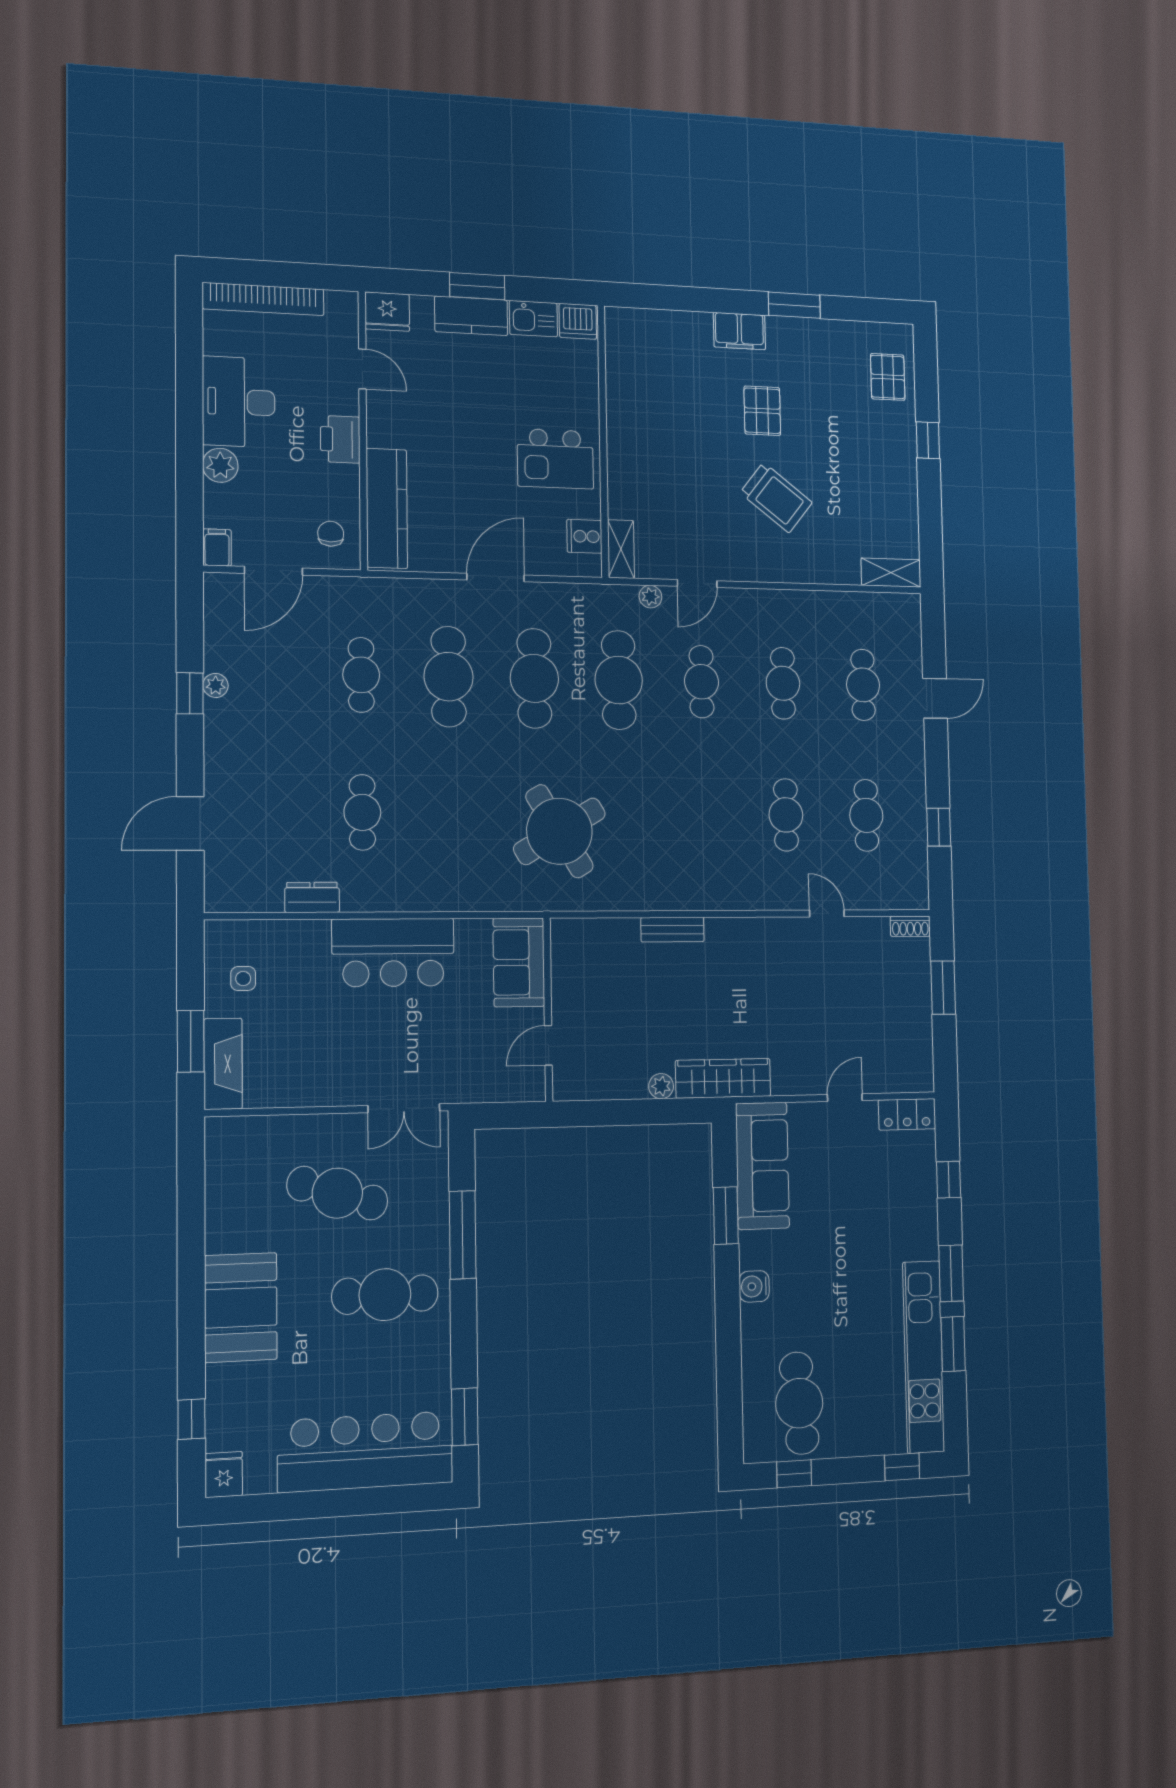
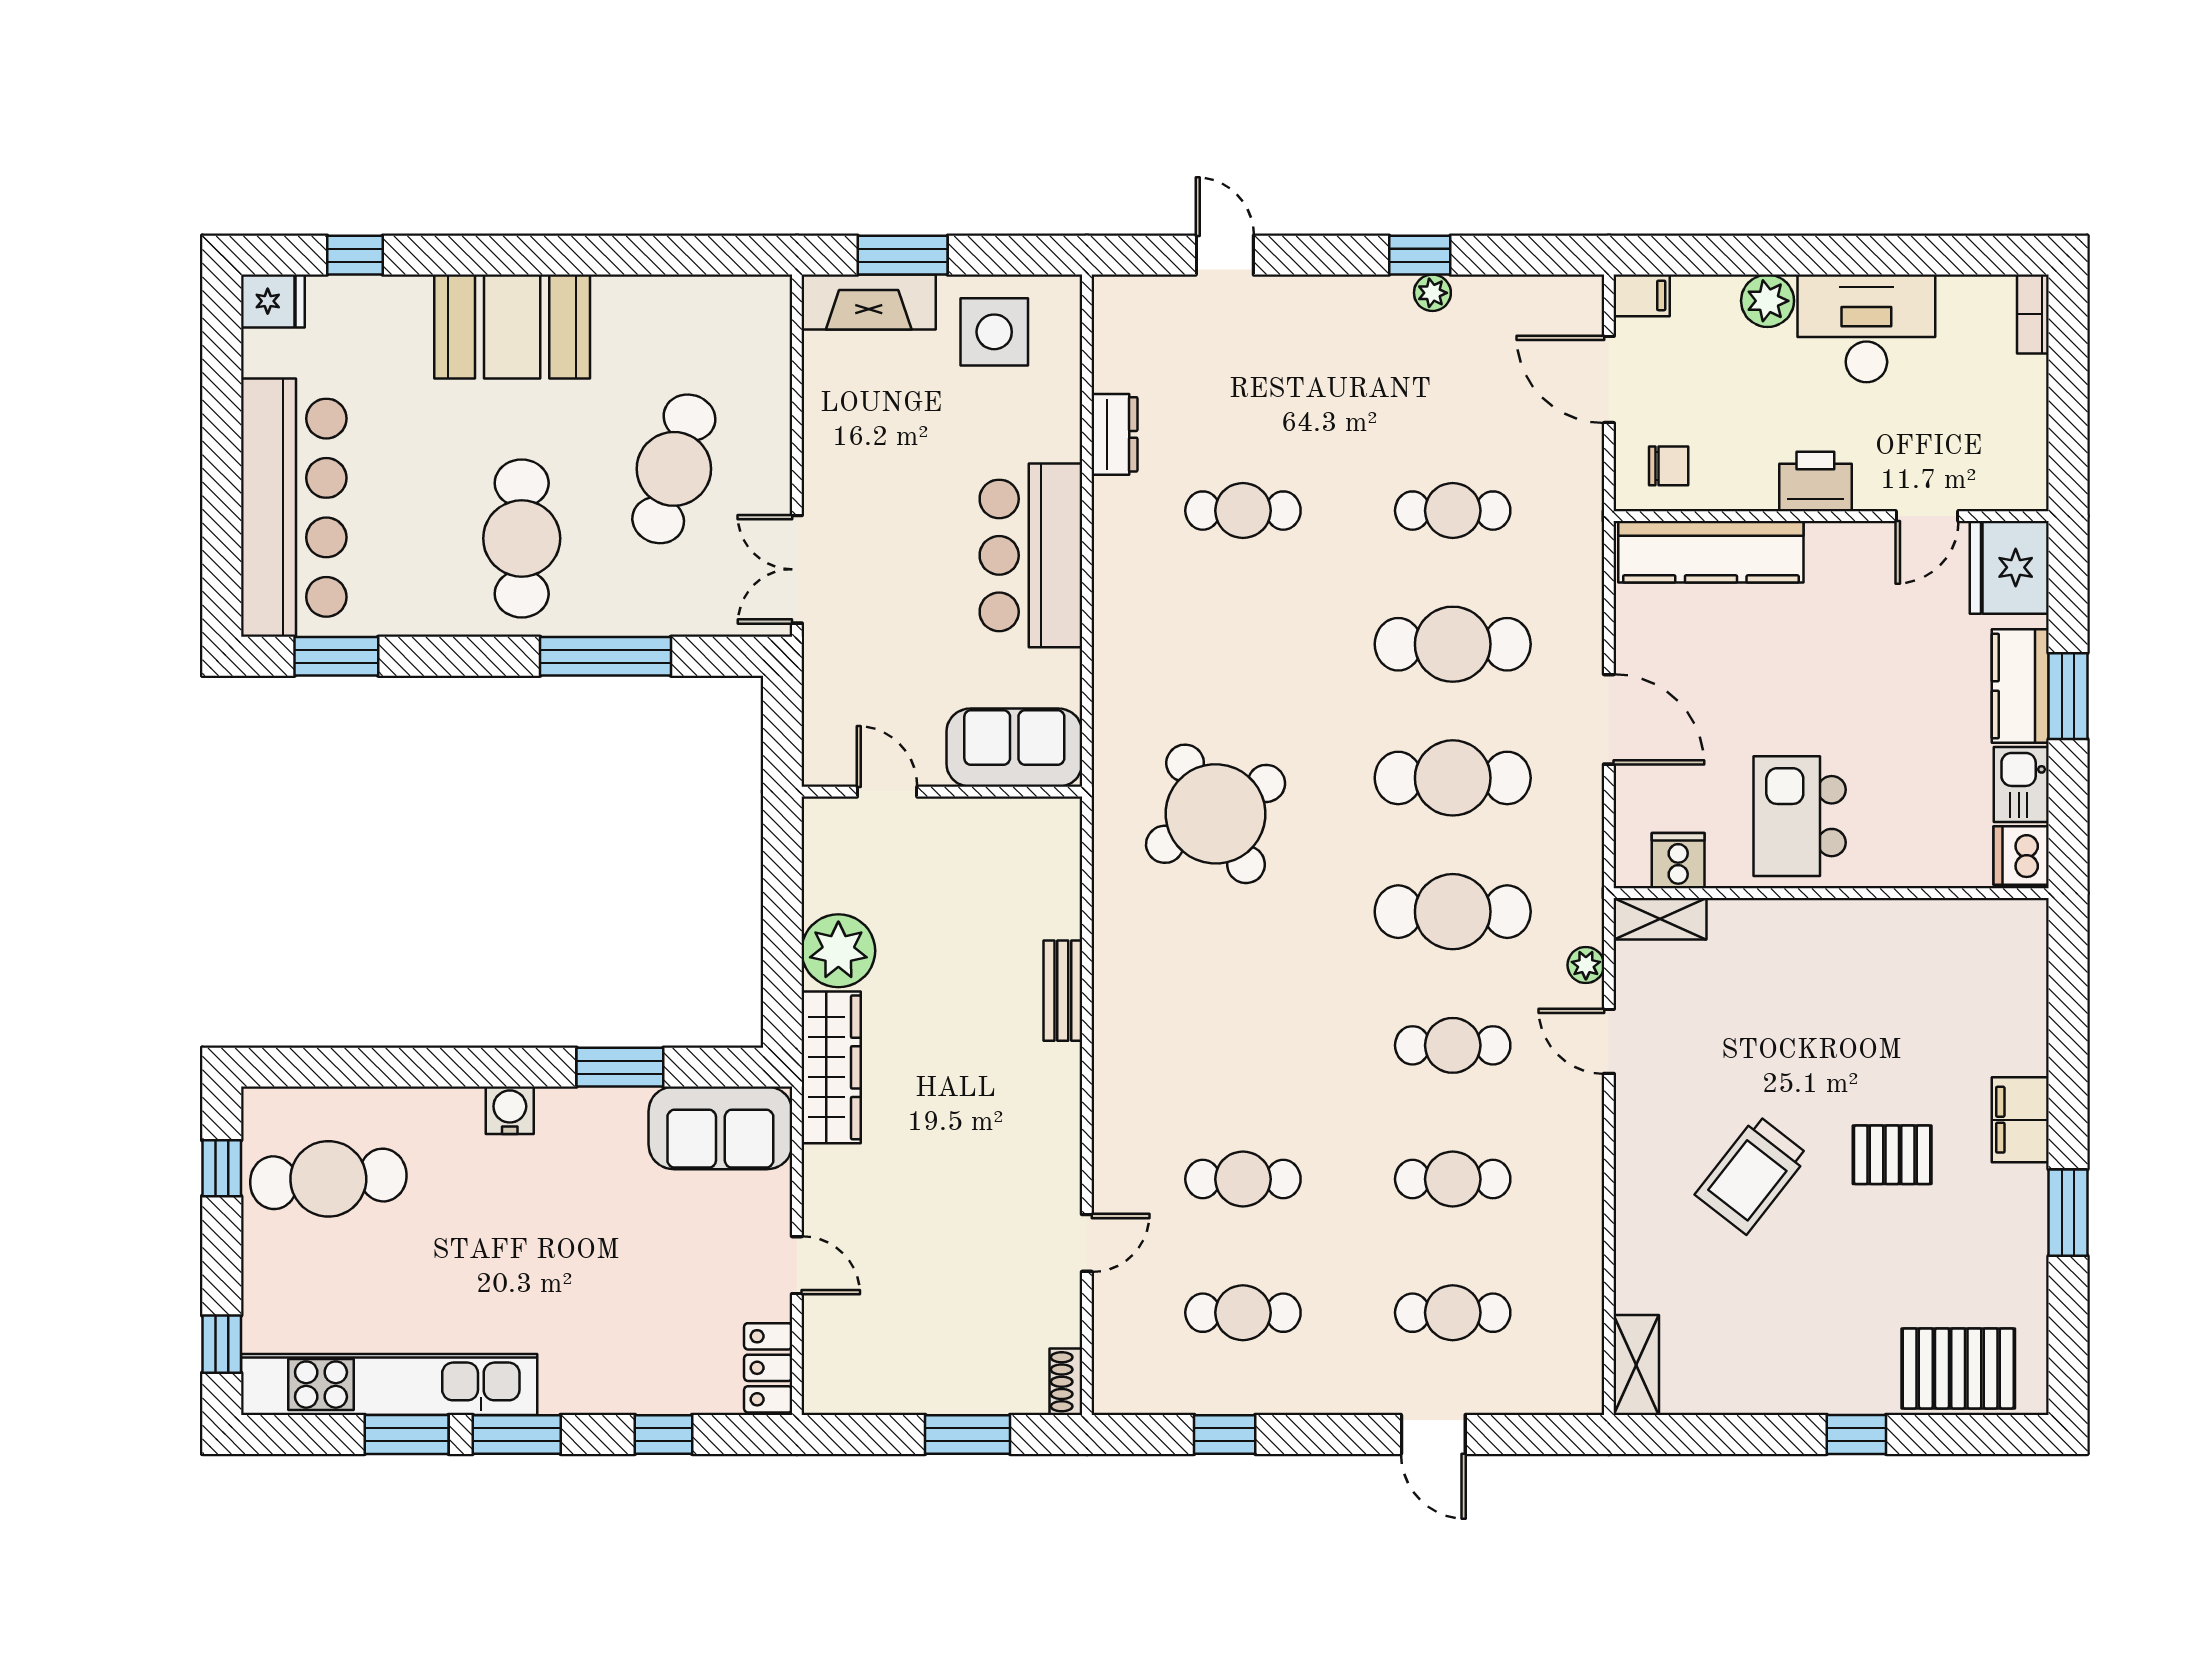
bookcase: (263, 299) -> (2033, 314), width x0.43, depth x0.76
fridge: (387, 312) -> (2009, 567), width x1.36, depth x1.34
pallet: (888, 377) -> (1958, 1368), width x1.50, depth x1.42
door: (190, 824) -> (1225, 255), width x0.73
side table: (243, 978) -> (994, 332), width x1.87, depth x1.87
plant: (661, 1086) -> (838, 951), width x1.87, depth x1.87
sofa: (762, 1166) -> (720, 1128), width x0.73

